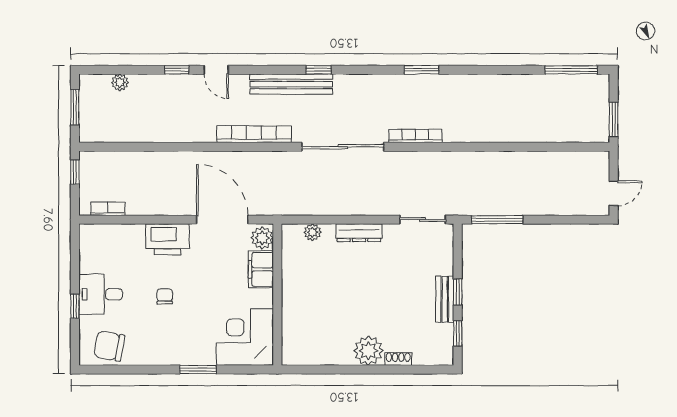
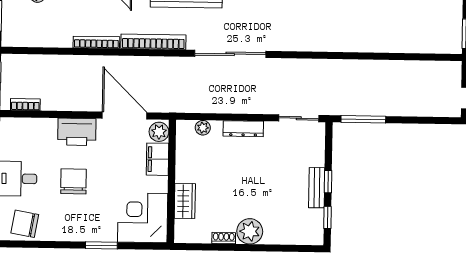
bookcase: (415, 136) -> (96, 42), moved
chair: (165, 296) -> (74, 181), width x1.87, depth x1.87
wardrobe: (293, 317) -> (185, 201), added
shoe rack: (398, 359) -> (224, 238), moved

